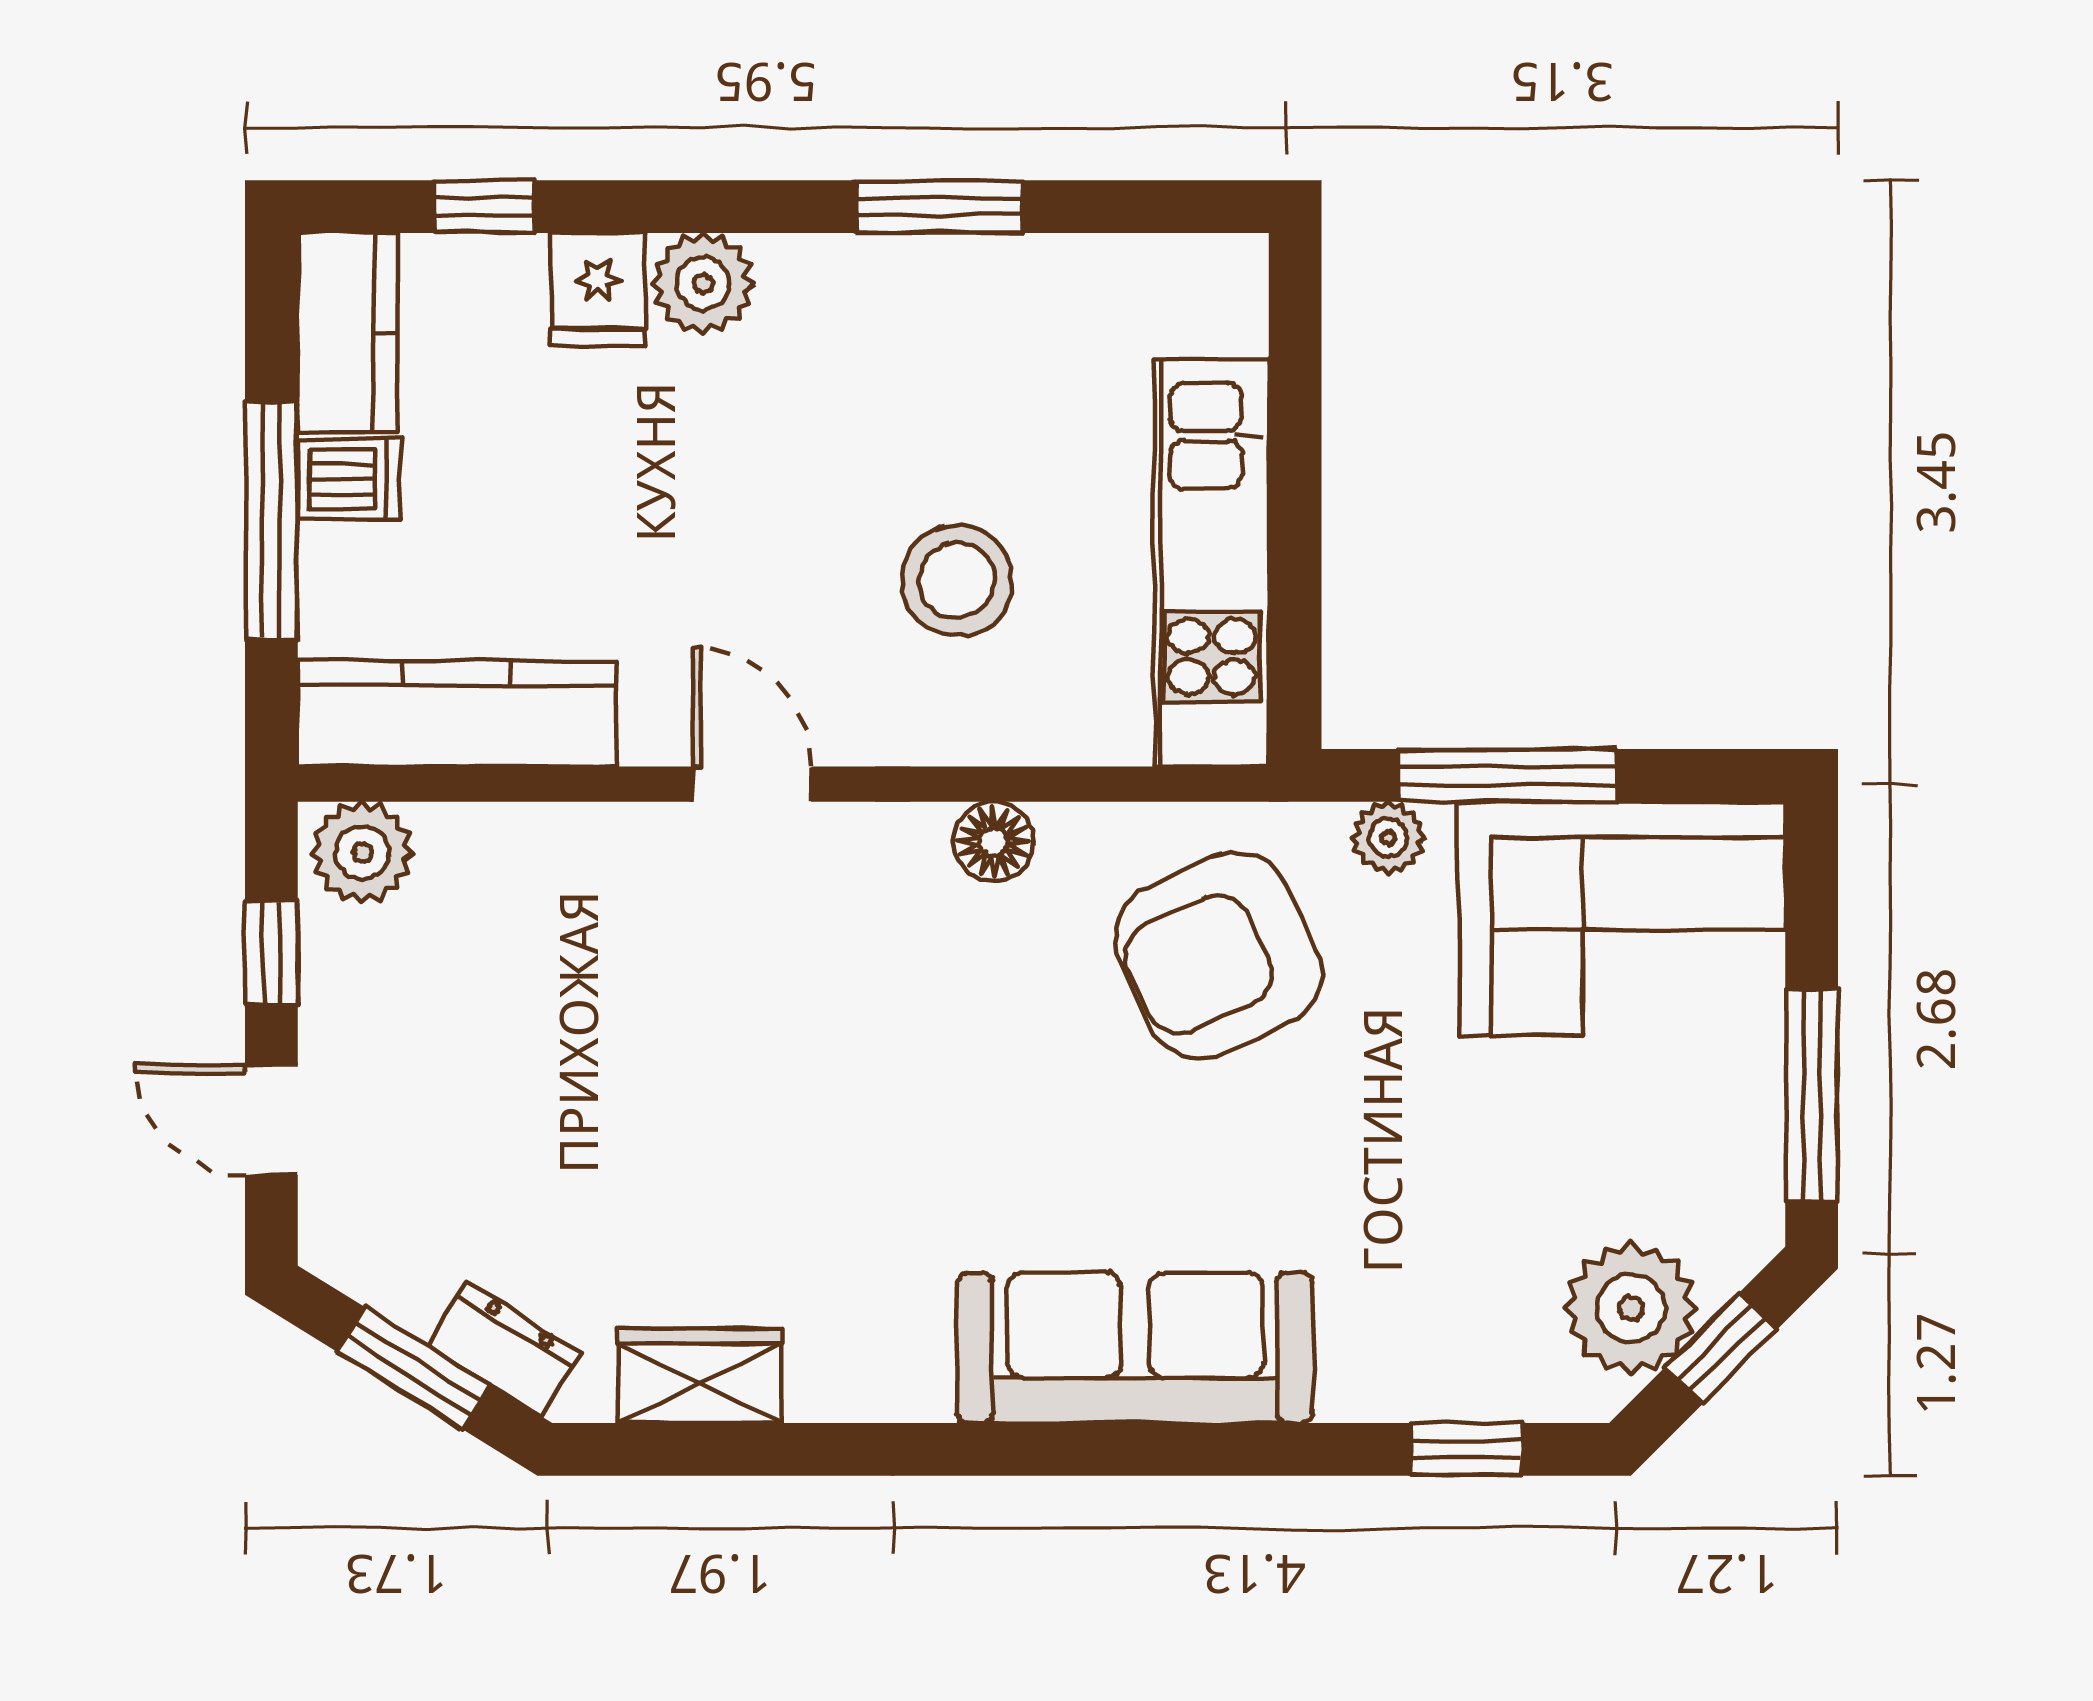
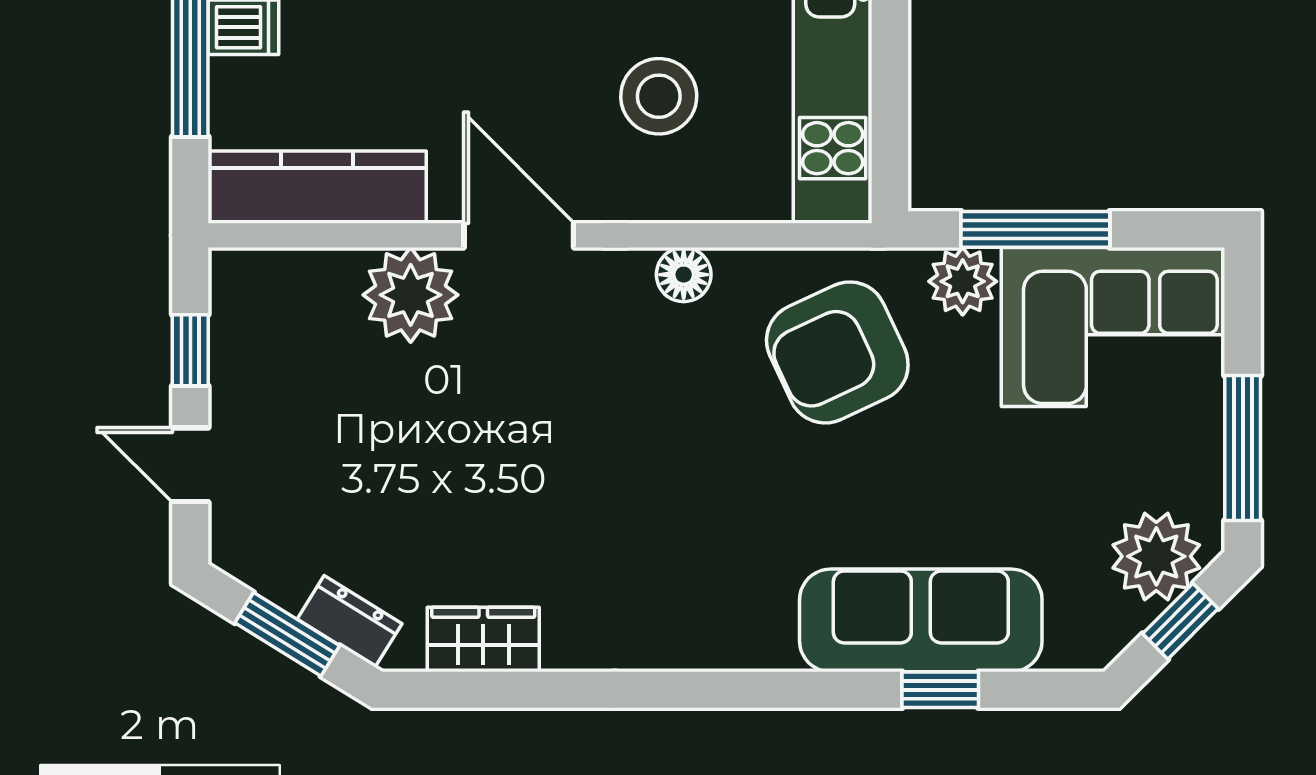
door: (752, 784) -> (519, 235), width x1.38
plant: (1388, 838) -> (963, 281), width x1.38, depth x1.38
plant: (362, 853) -> (411, 295), moved, width x1.36, depth x1.36
plant: (1631, 1308) -> (1156, 556), moved
sofa: (1135, 1348) -> (921, 620), moved
window: (1466, 1449) -> (940, 690), moved

